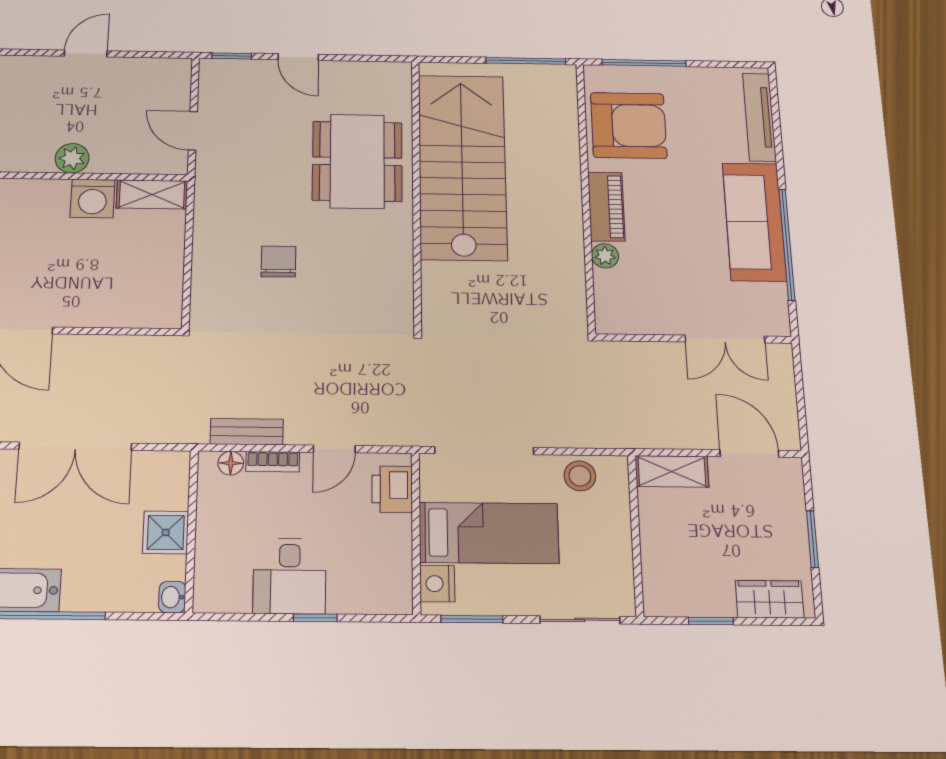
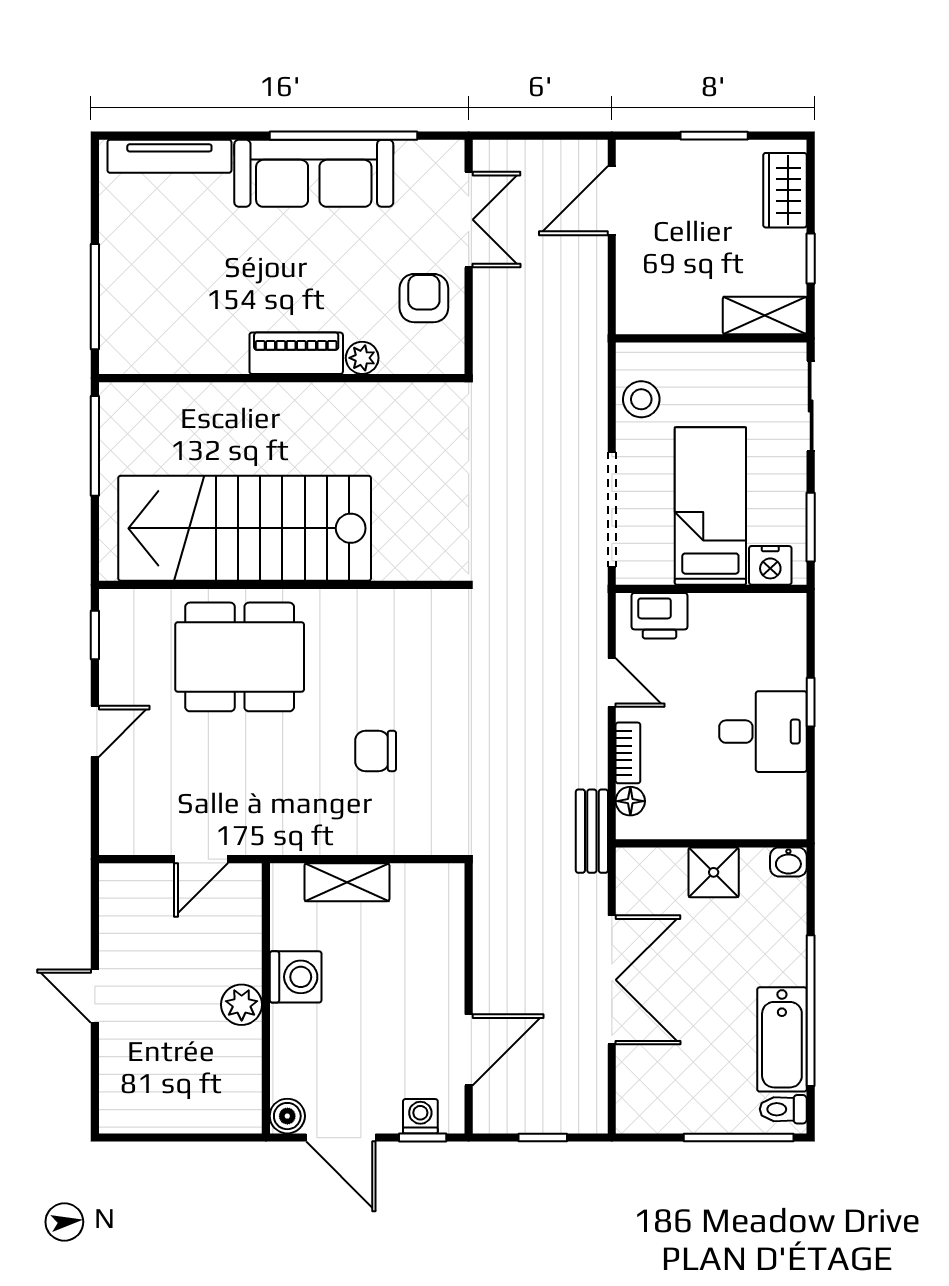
window: (232, 56) -> (95, 635), moved
armchair: (629, 125) -> (424, 298), moved, width x0.53, depth x0.53
shelving: (152, 194) -> (347, 882), moved, turned 90
bench: (247, 432) -> (592, 831), moved
shelving: (672, 471) -> (765, 315), moved, turned 90

